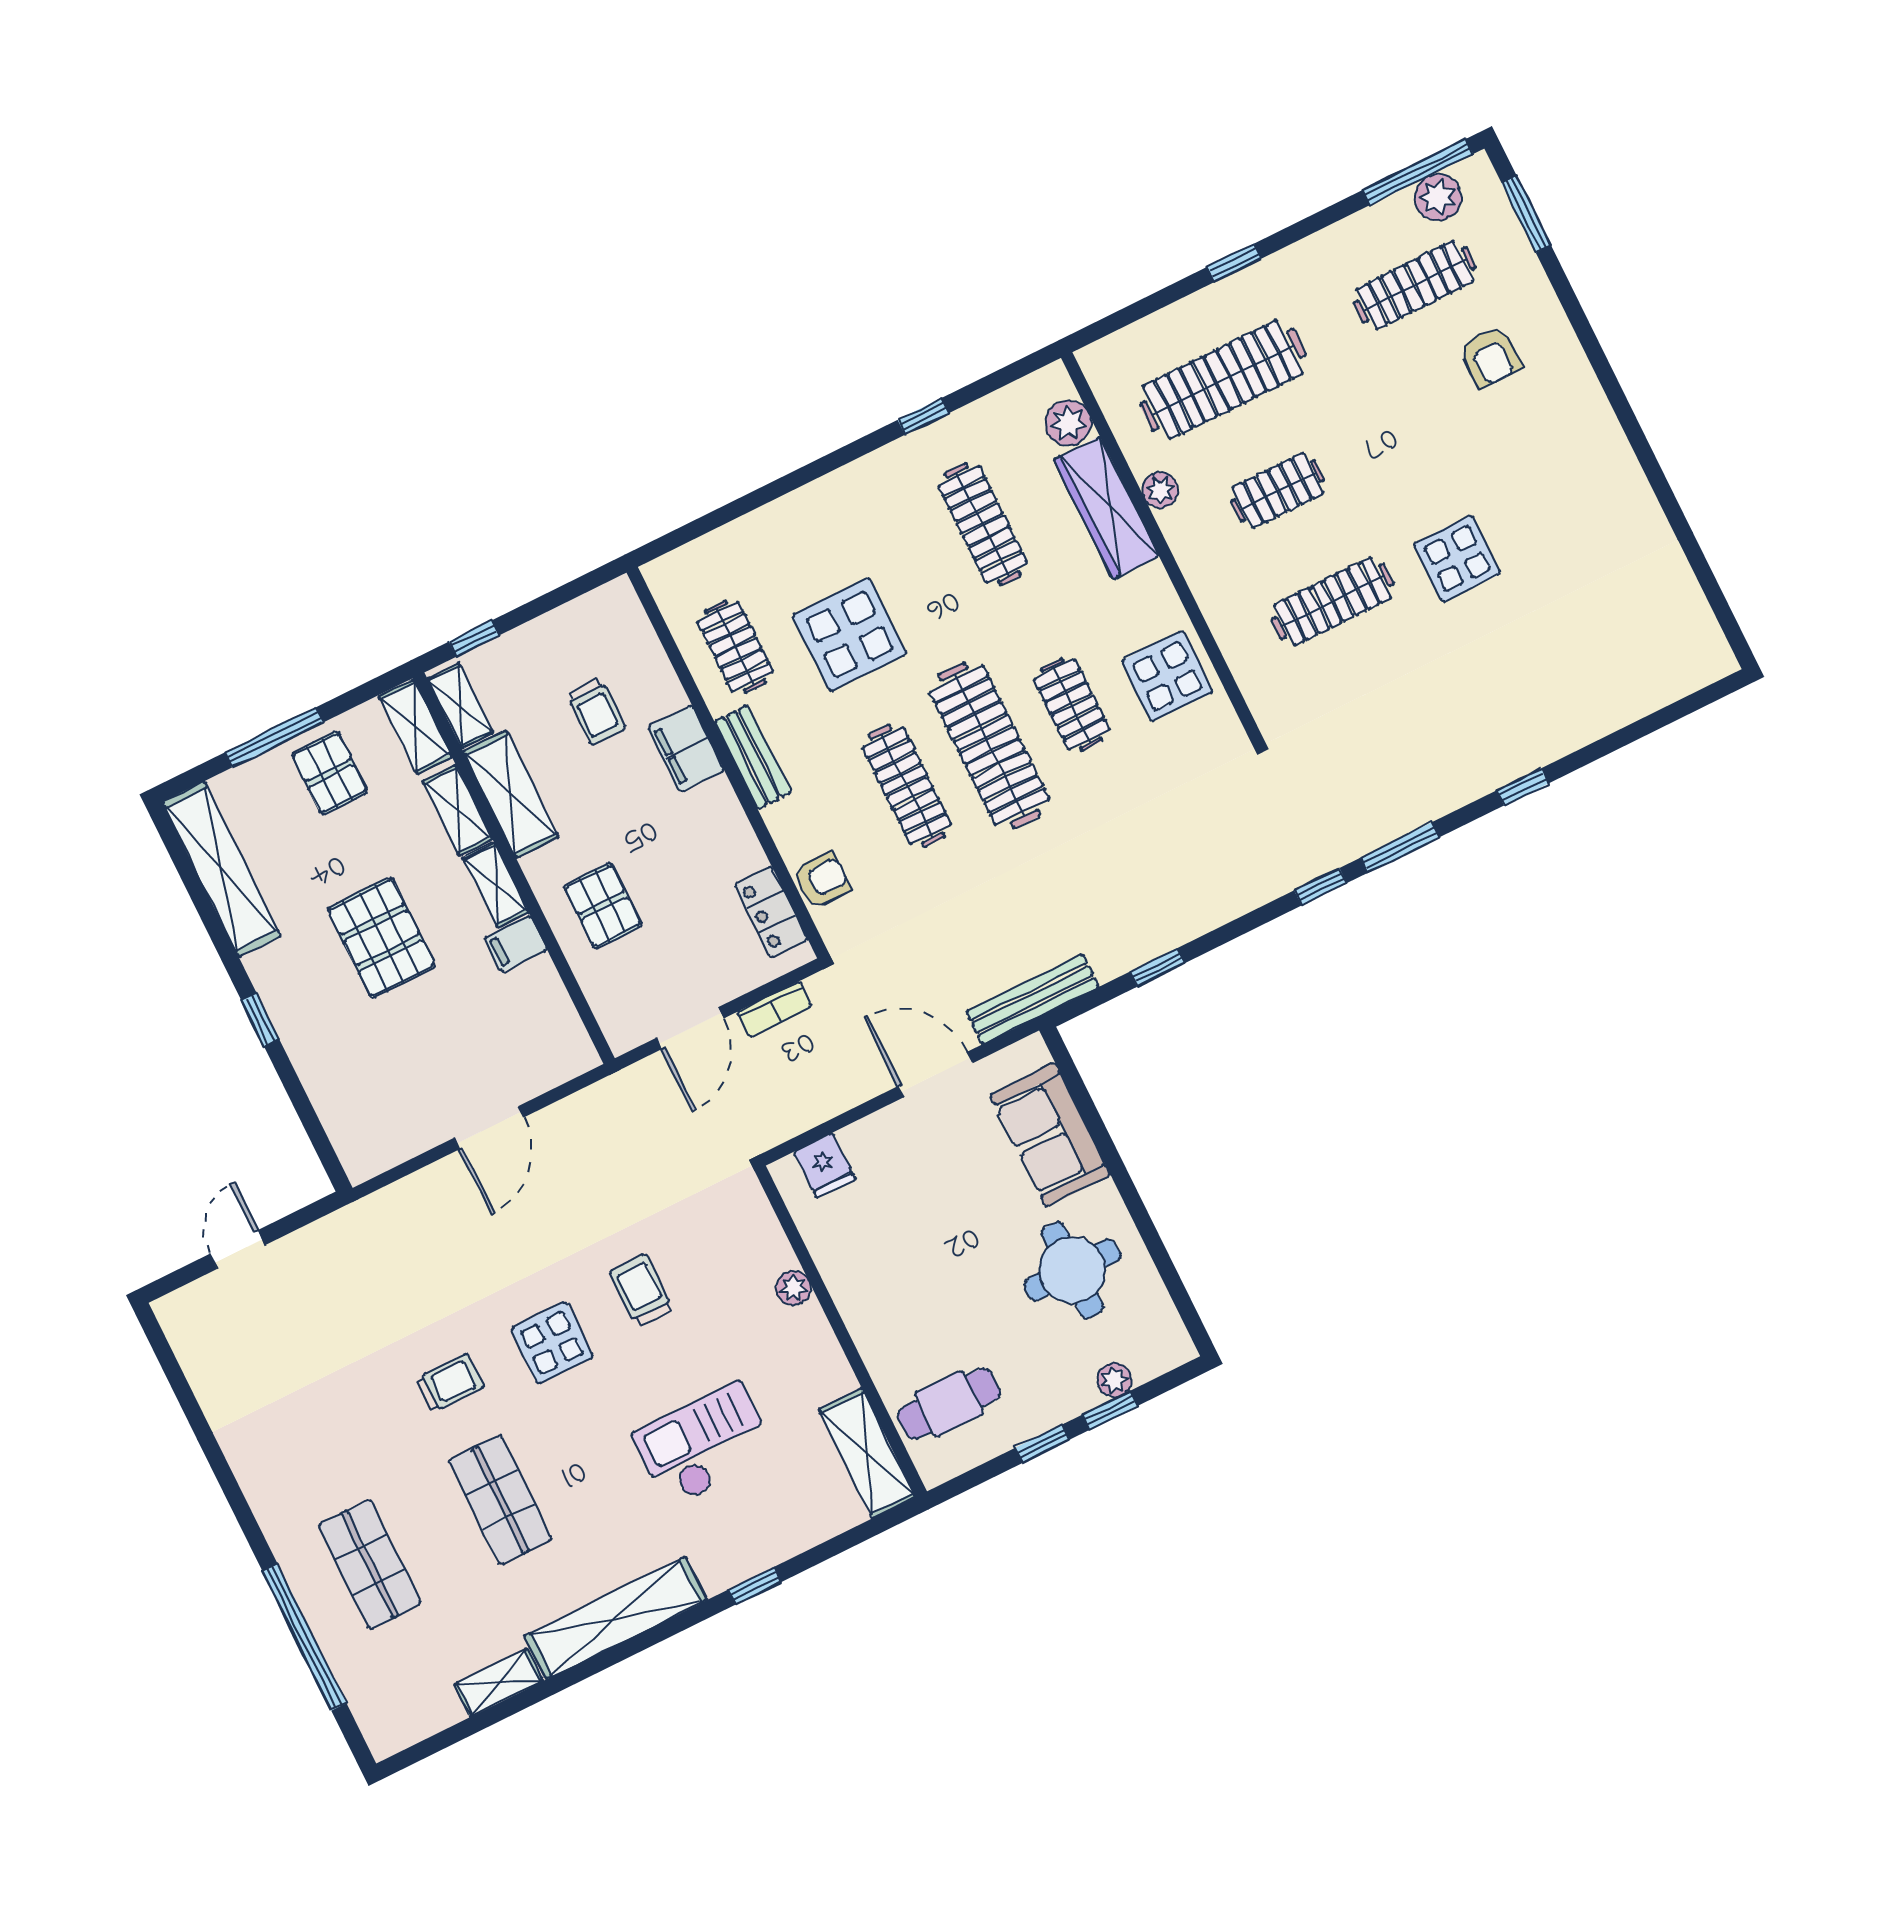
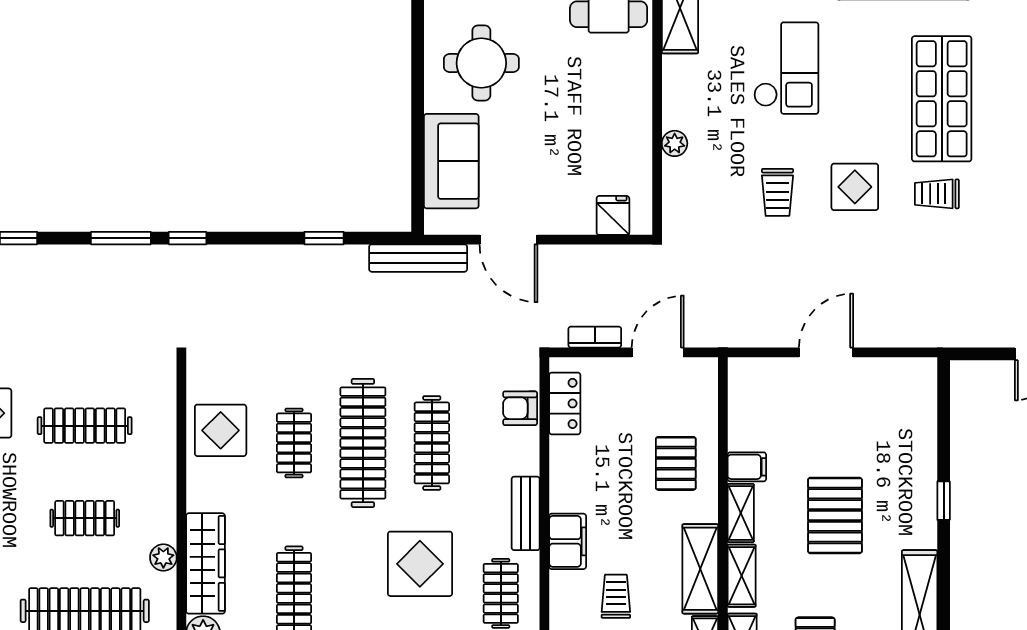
checkout: (704, 1444) -> (786, 68), turned -90
shop shelf: (500, 1500) -> (942, 99), width x1.43, depth x1.36

